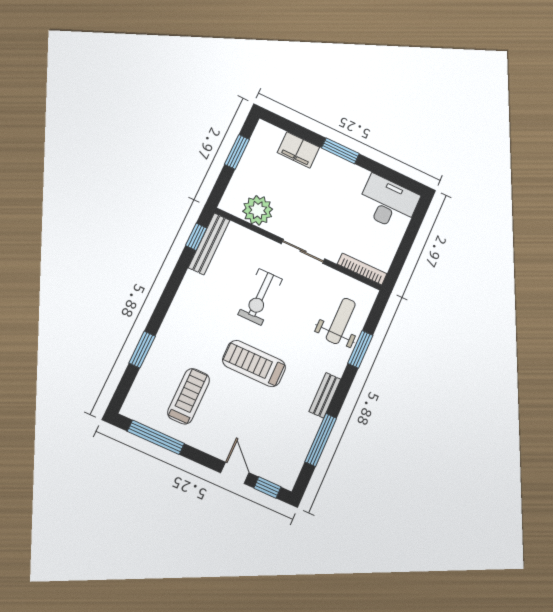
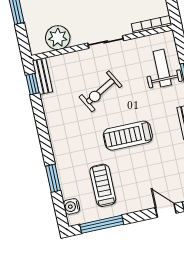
bench: (209, 244) -> (42, 76), width x0.73
exercise bike: (260, 297) -> (100, 91), turned 61
water cooler: (138, 394) -> (71, 206), added

